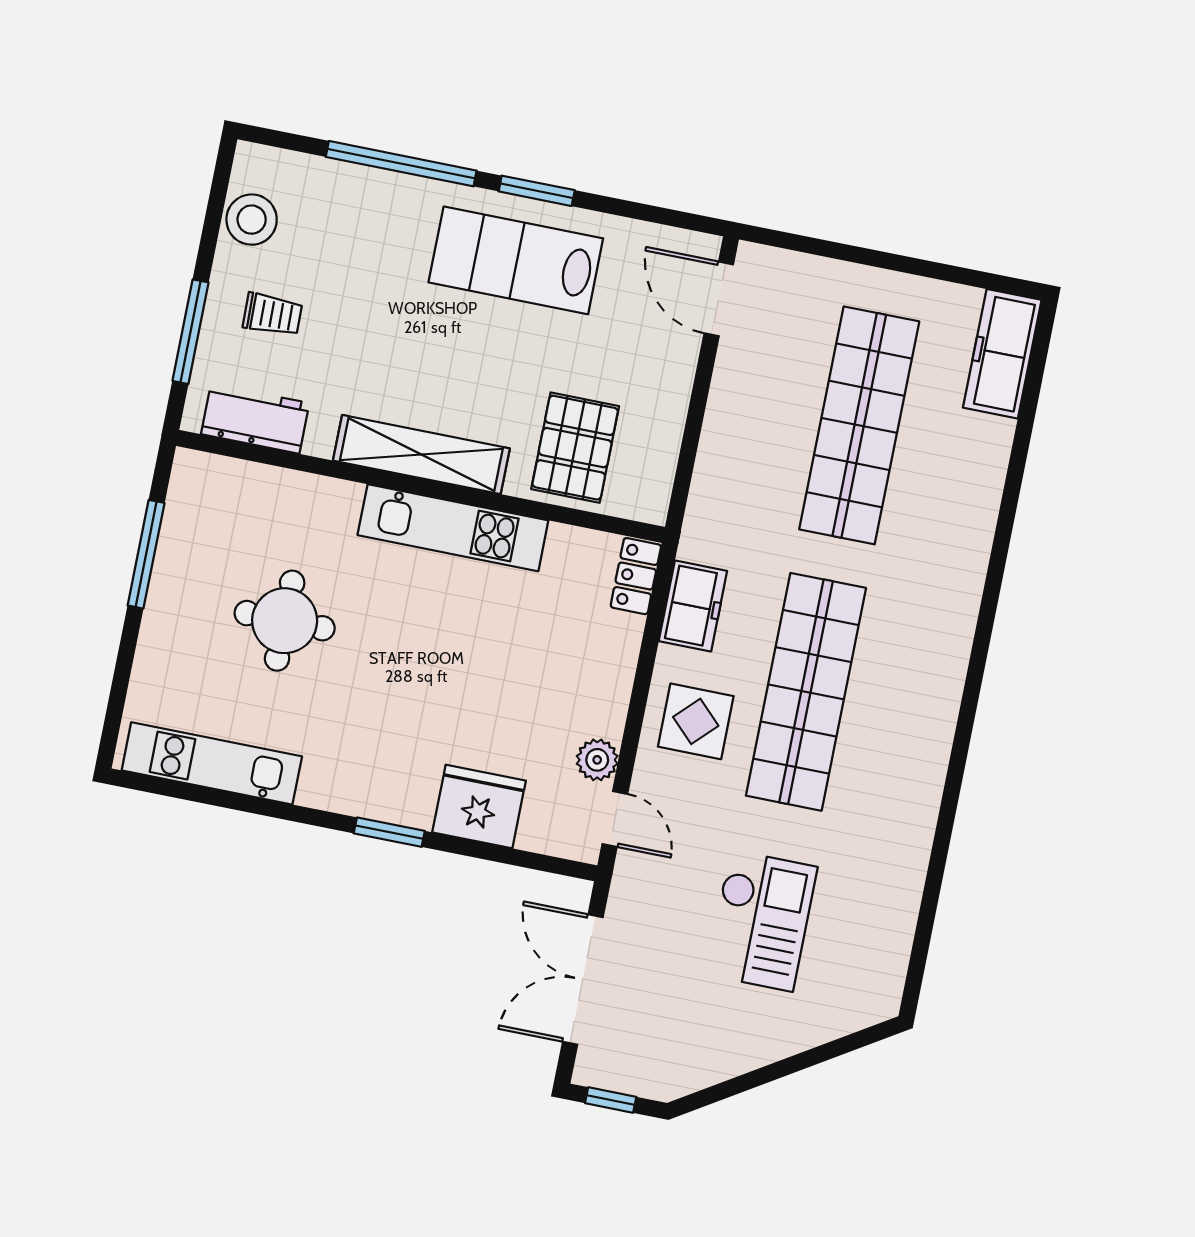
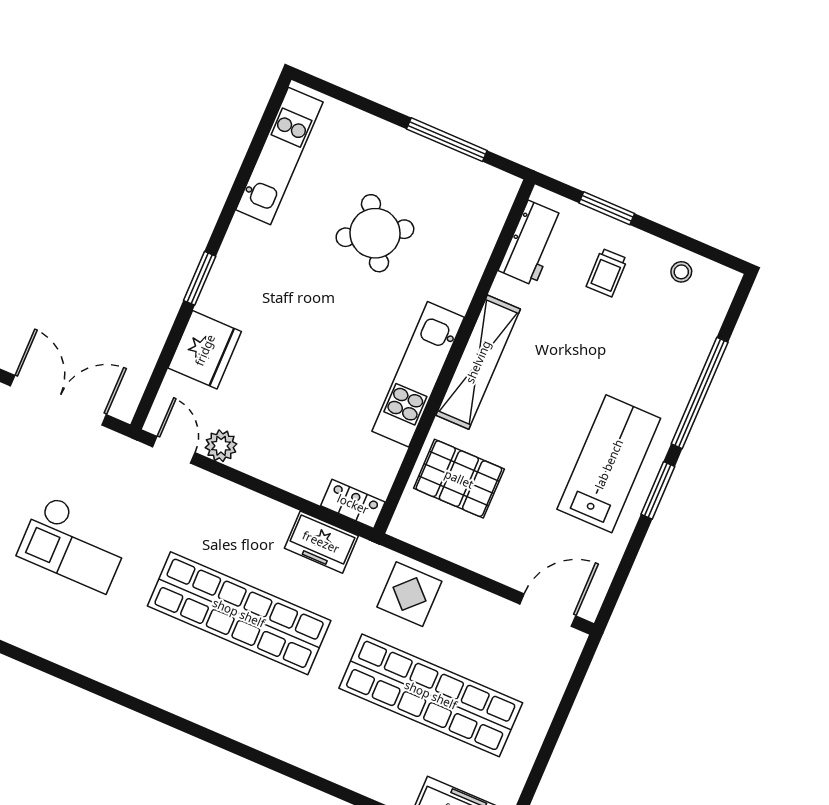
stool: (252, 220) -> (681, 272), width x0.53, depth x0.53
window: (191, 332) -> (607, 208), width x0.69
round table: (285, 621) -> (375, 233), turned -31
display table: (696, 721) -> (409, 594), moved
door: (615, 819) -> (174, 450), swing flipped

